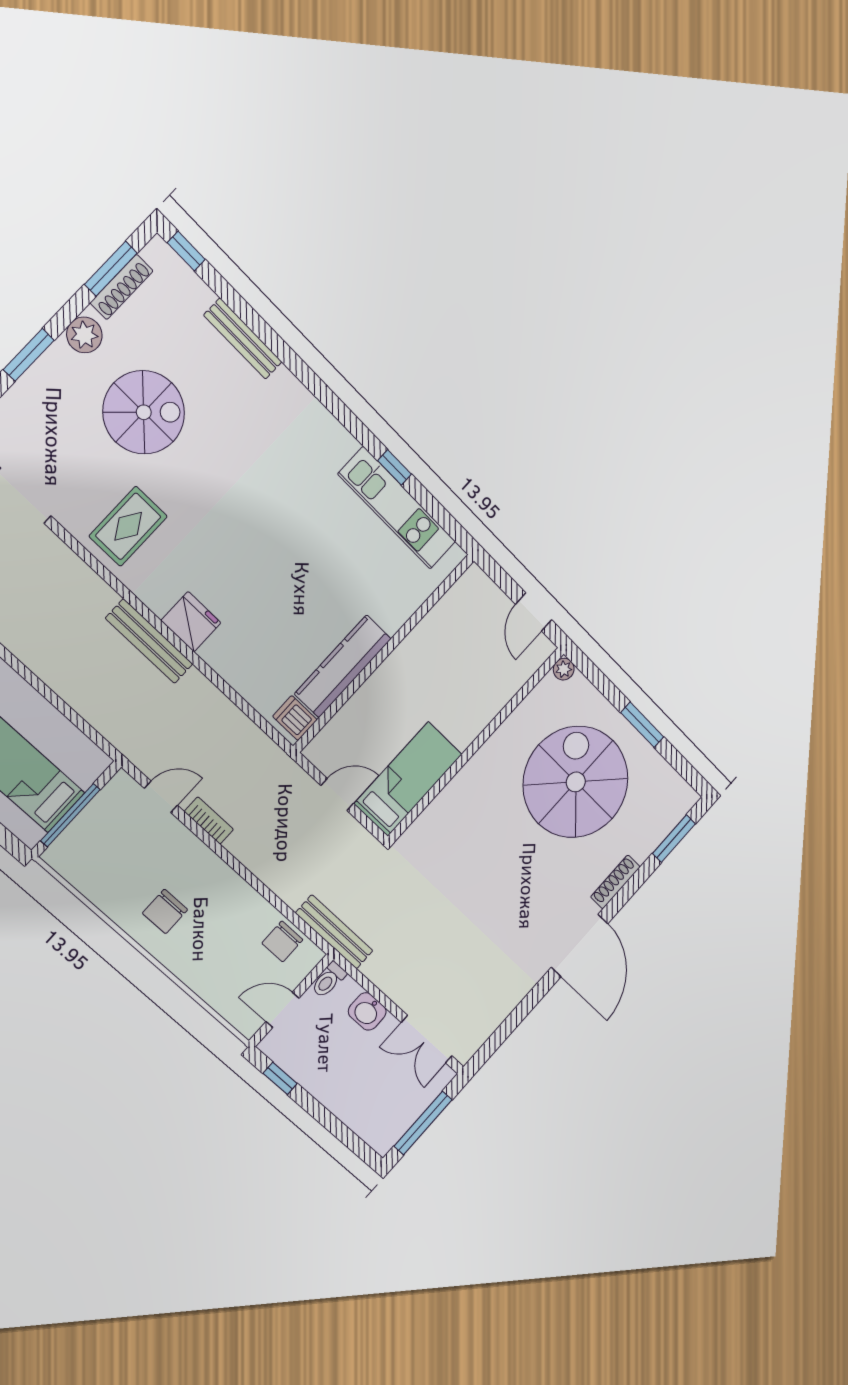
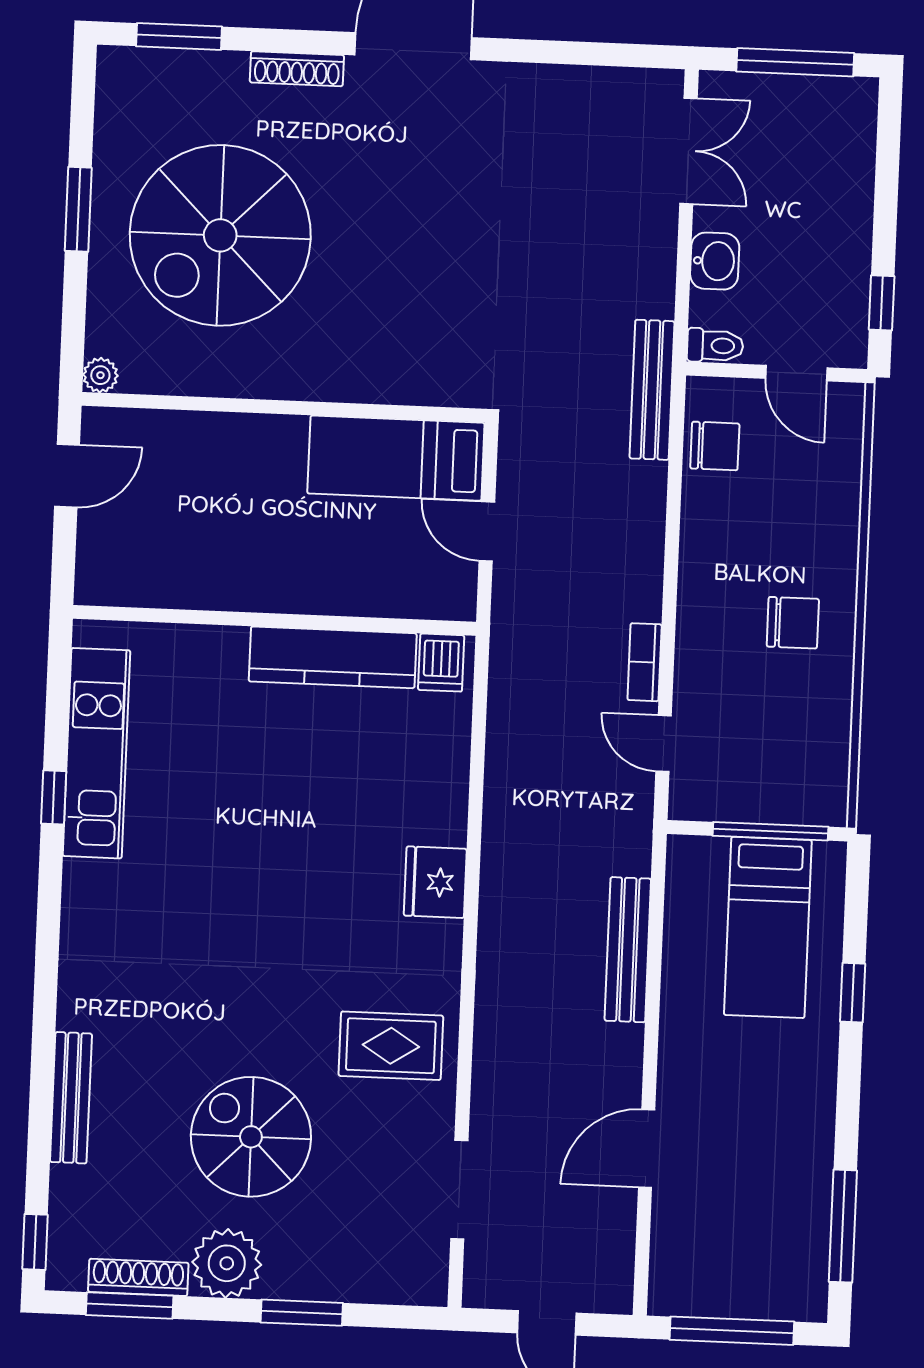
plant: (84, 335) -> (227, 1263), width x1.36, depth x1.36
bench: (149, 641) -> (628, 950), moved

